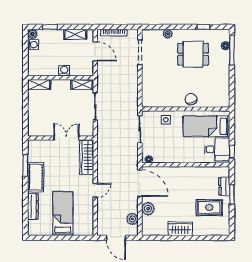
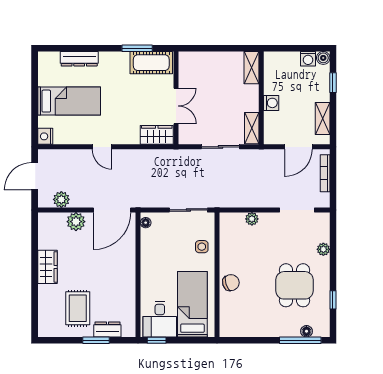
plant: (146, 84) -> (252, 219), added
wardrobe: (87, 157) -> (157, 135), width x0.67
cot: (36, 177) -> (151, 63), moved
nightstand: (88, 230) -> (45, 136), added

